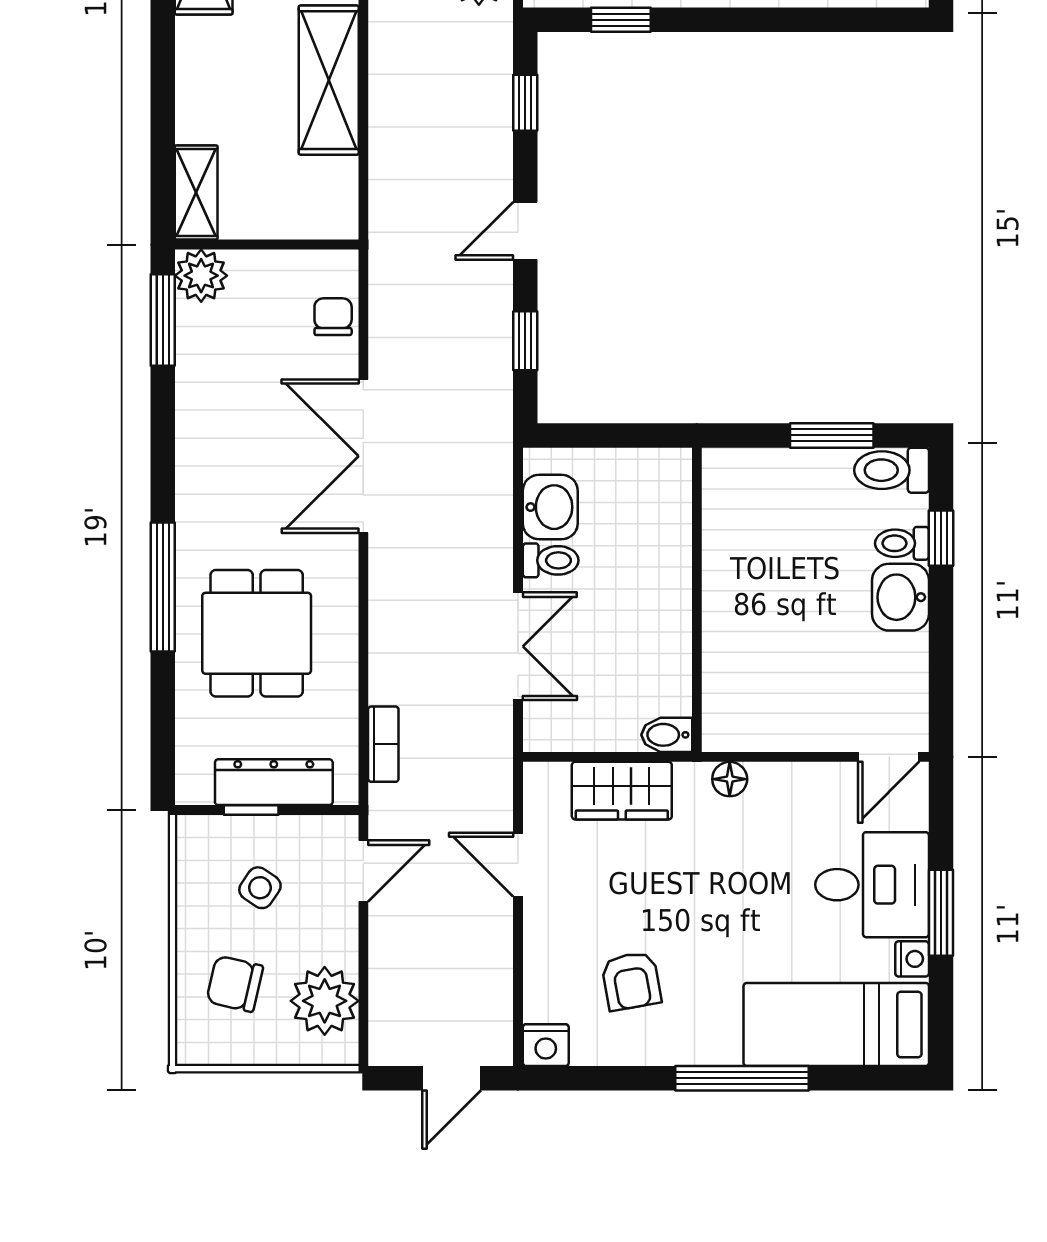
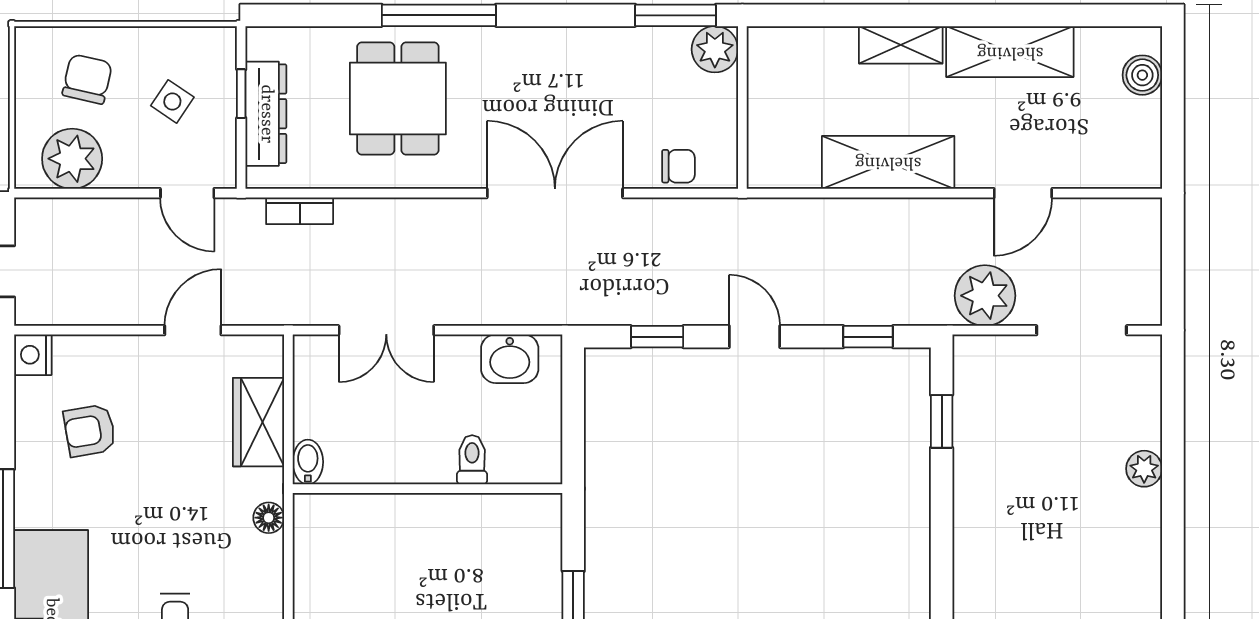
shelving: (196, 193) -> (901, 45), moved
toilet: (551, 560) -> (472, 460), moved, turned 180
dining table: (257, 633) -> (398, 99), turned 90

